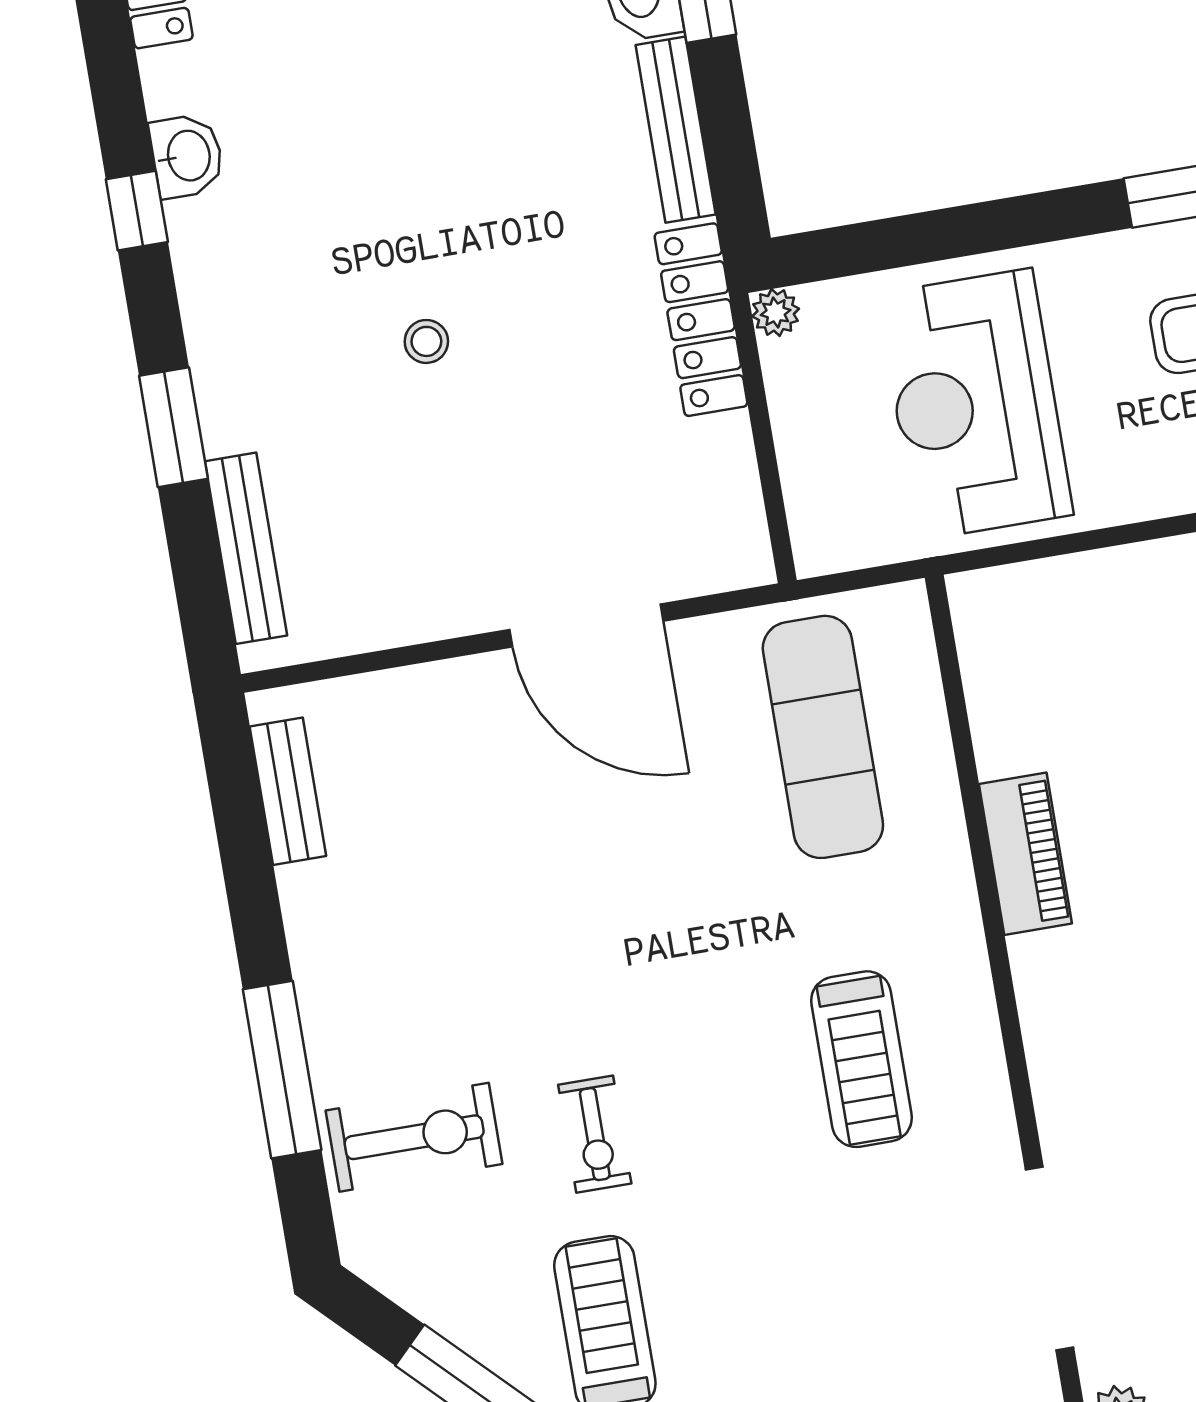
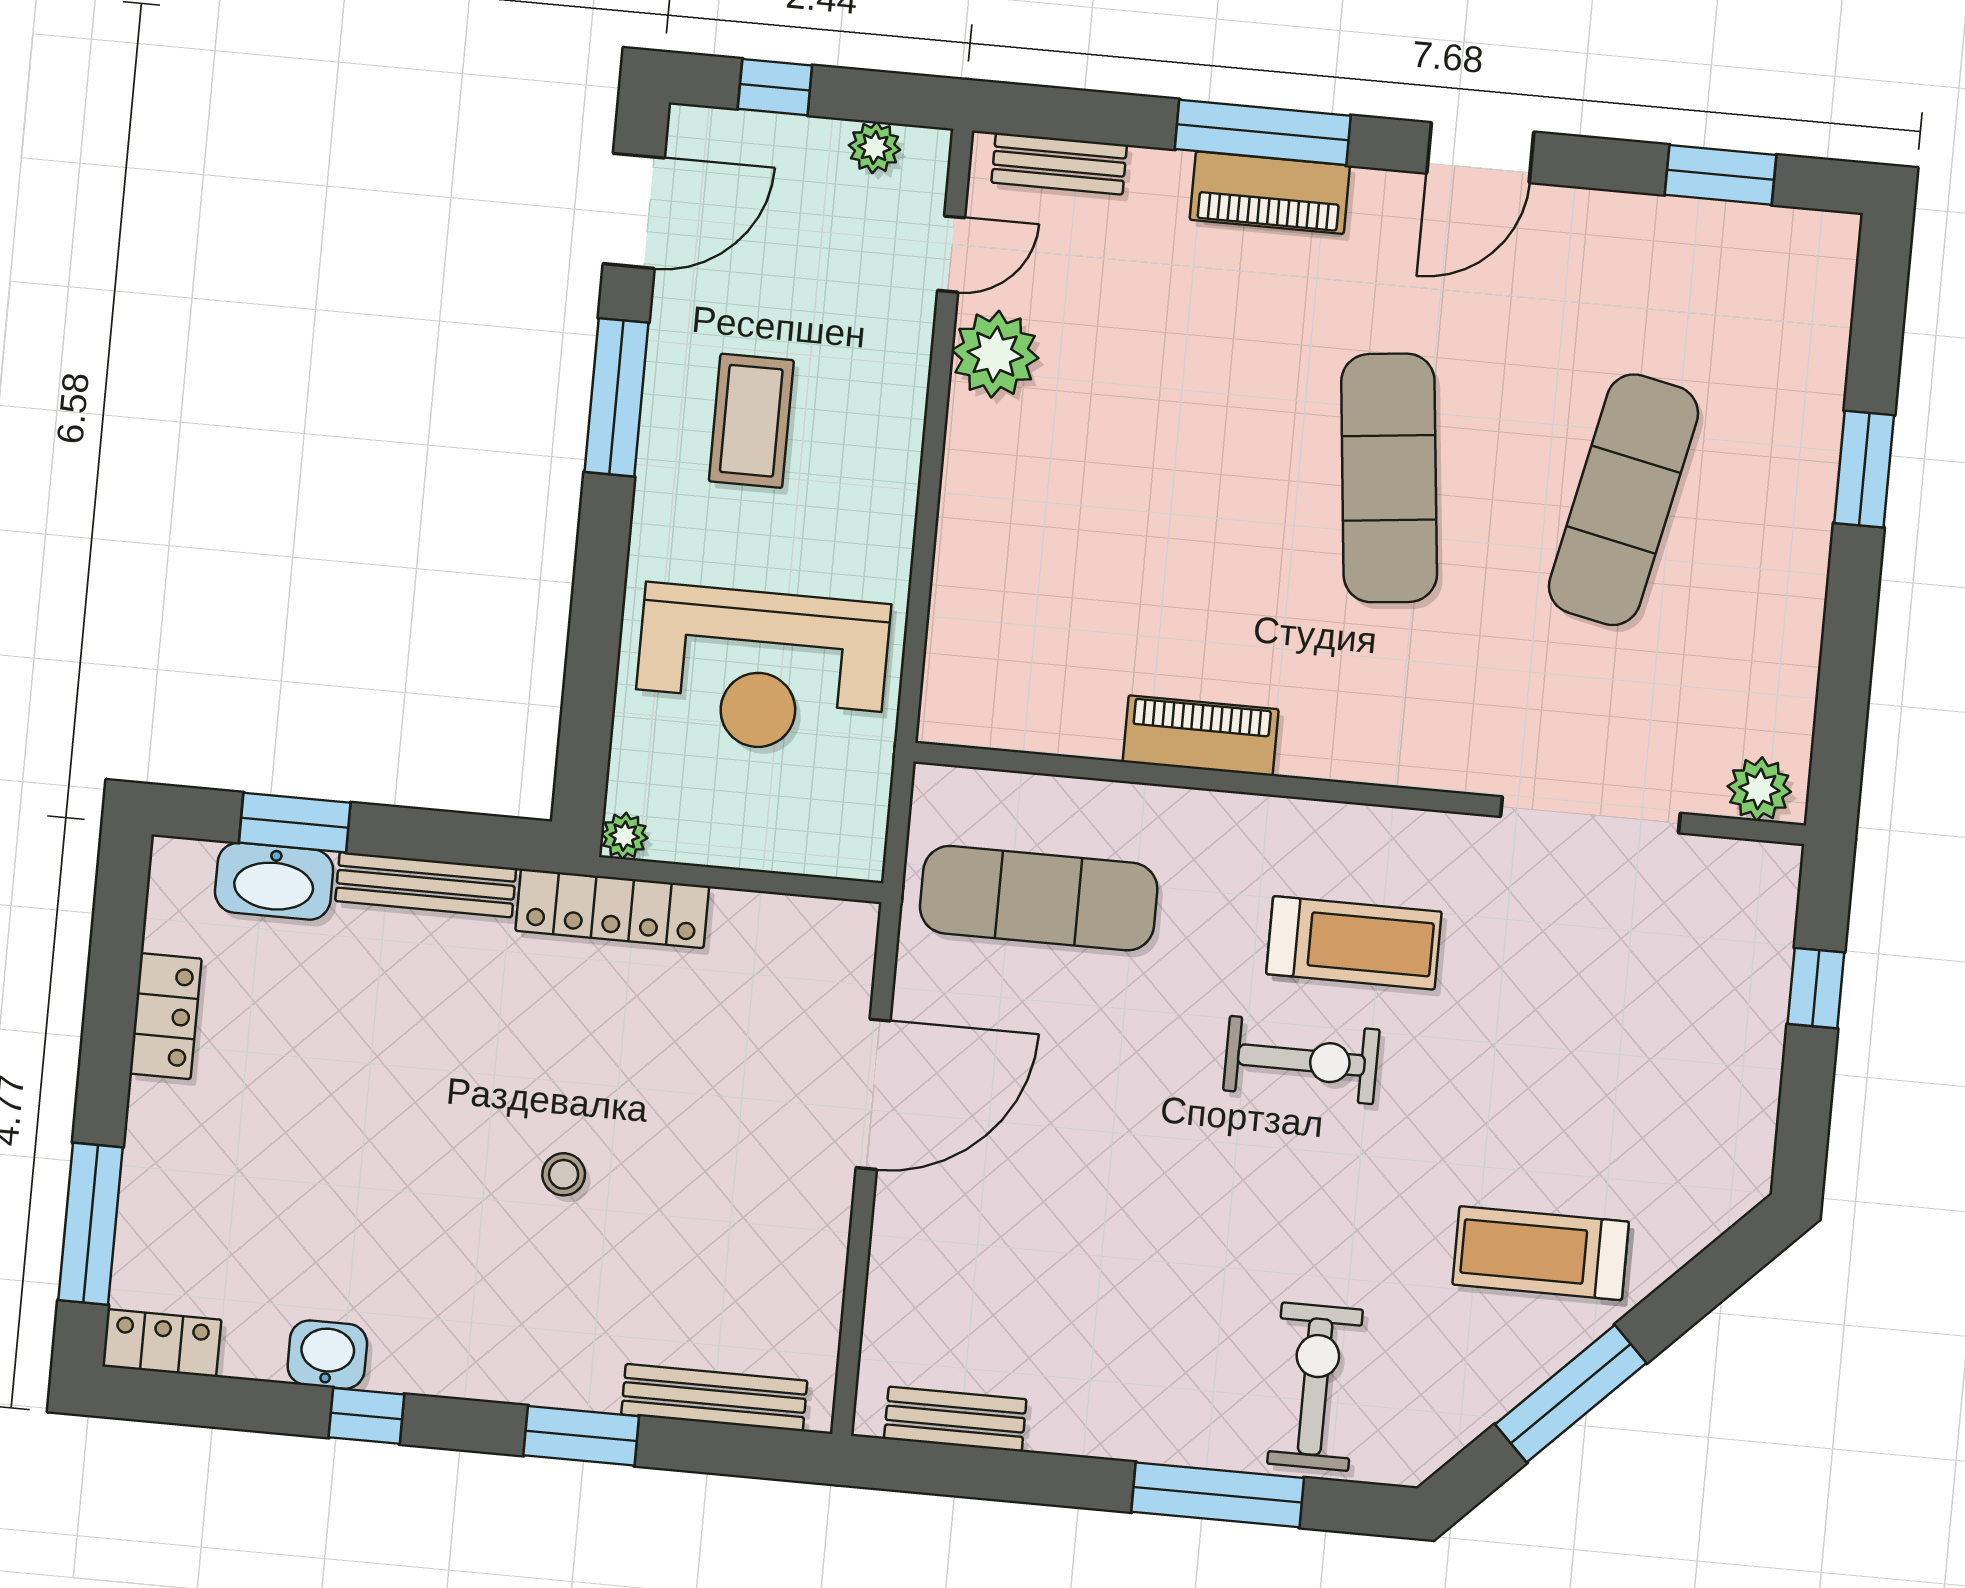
exercise bike: (595, 1134) -> (1301, 1060), moved, width x1.38, depth x1.39

